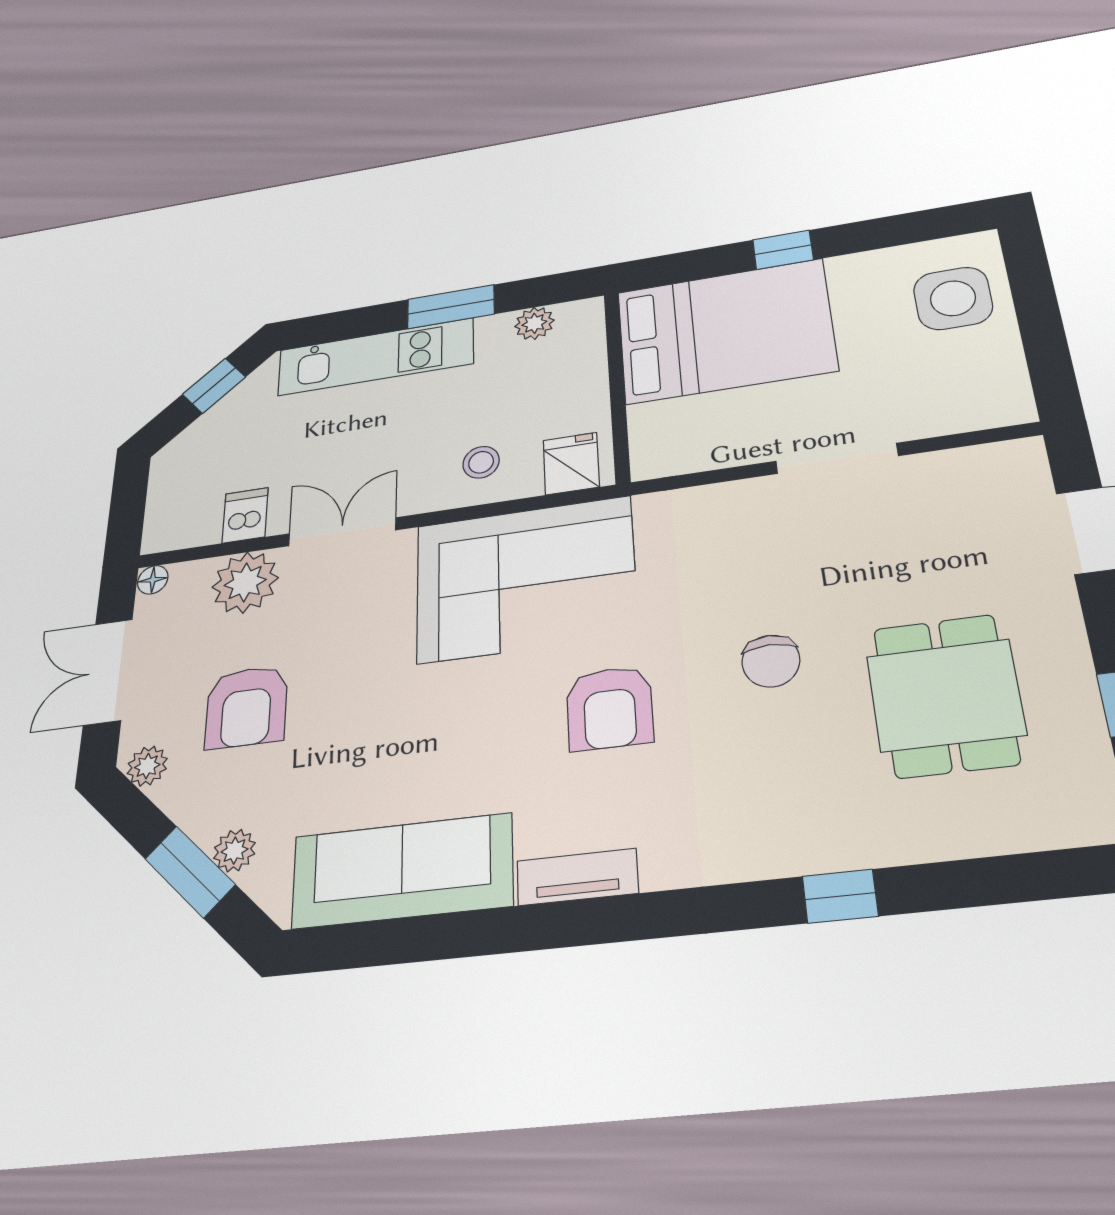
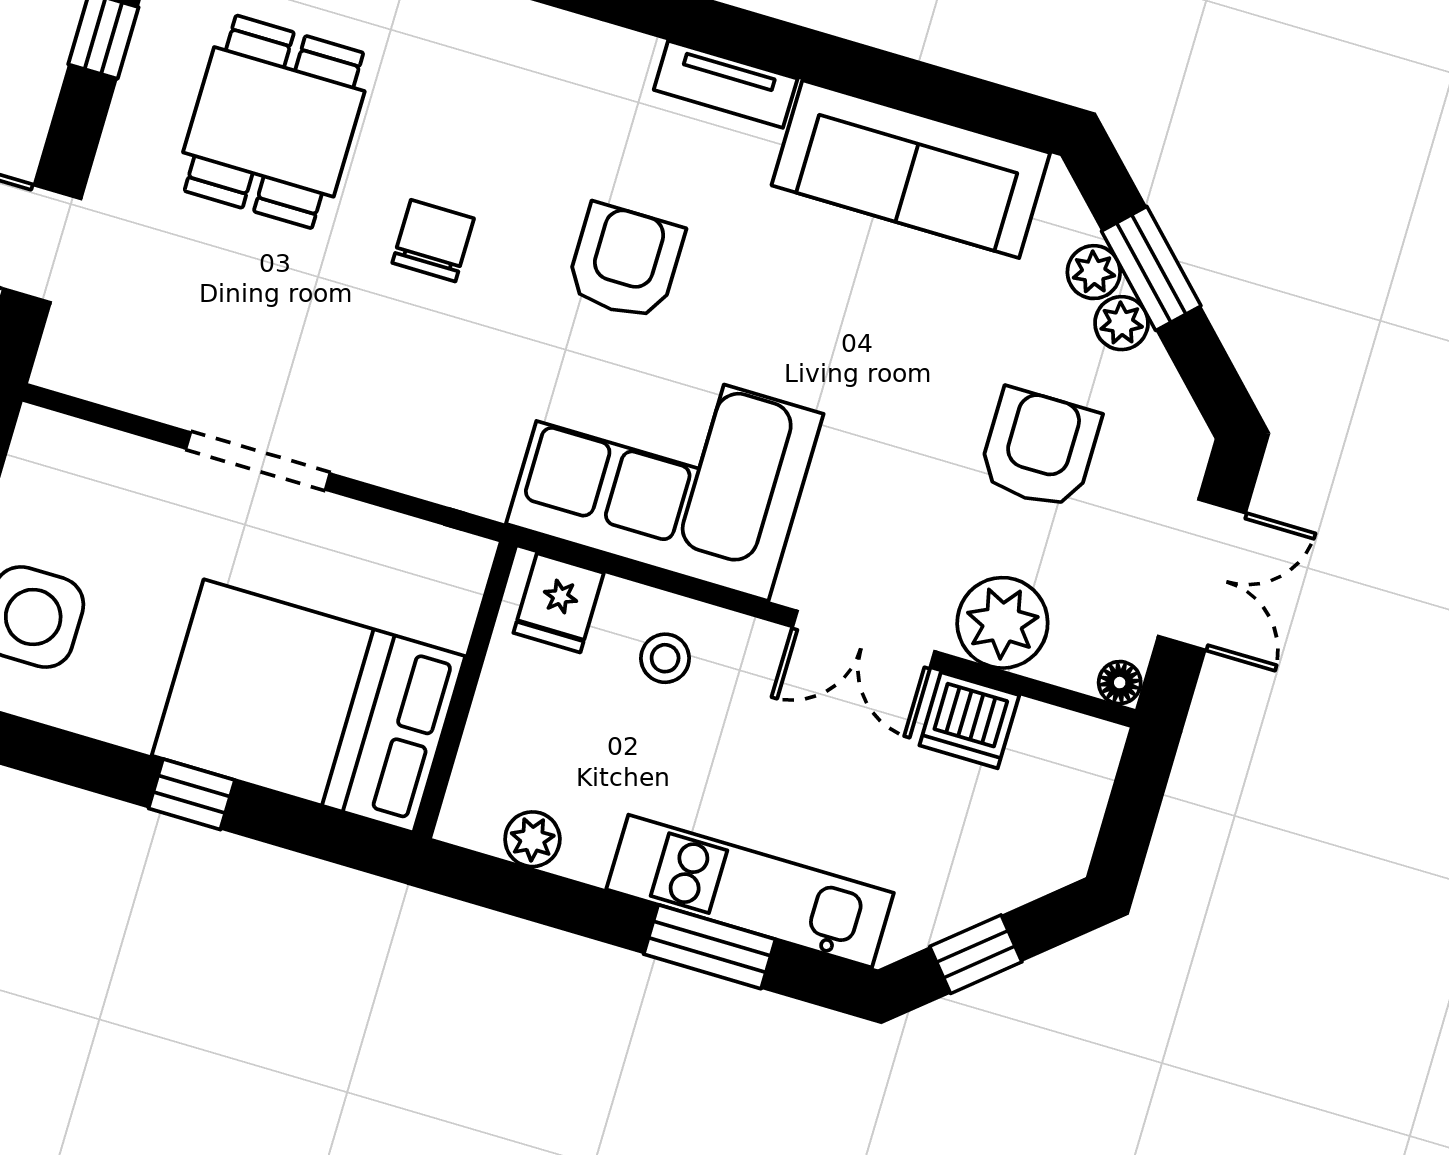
window: (451, 307) -> (710, 947), moved
dishwasher: (245, 515) -> (969, 720), width x1.38
plant: (147, 766) -> (1121, 323), moved

